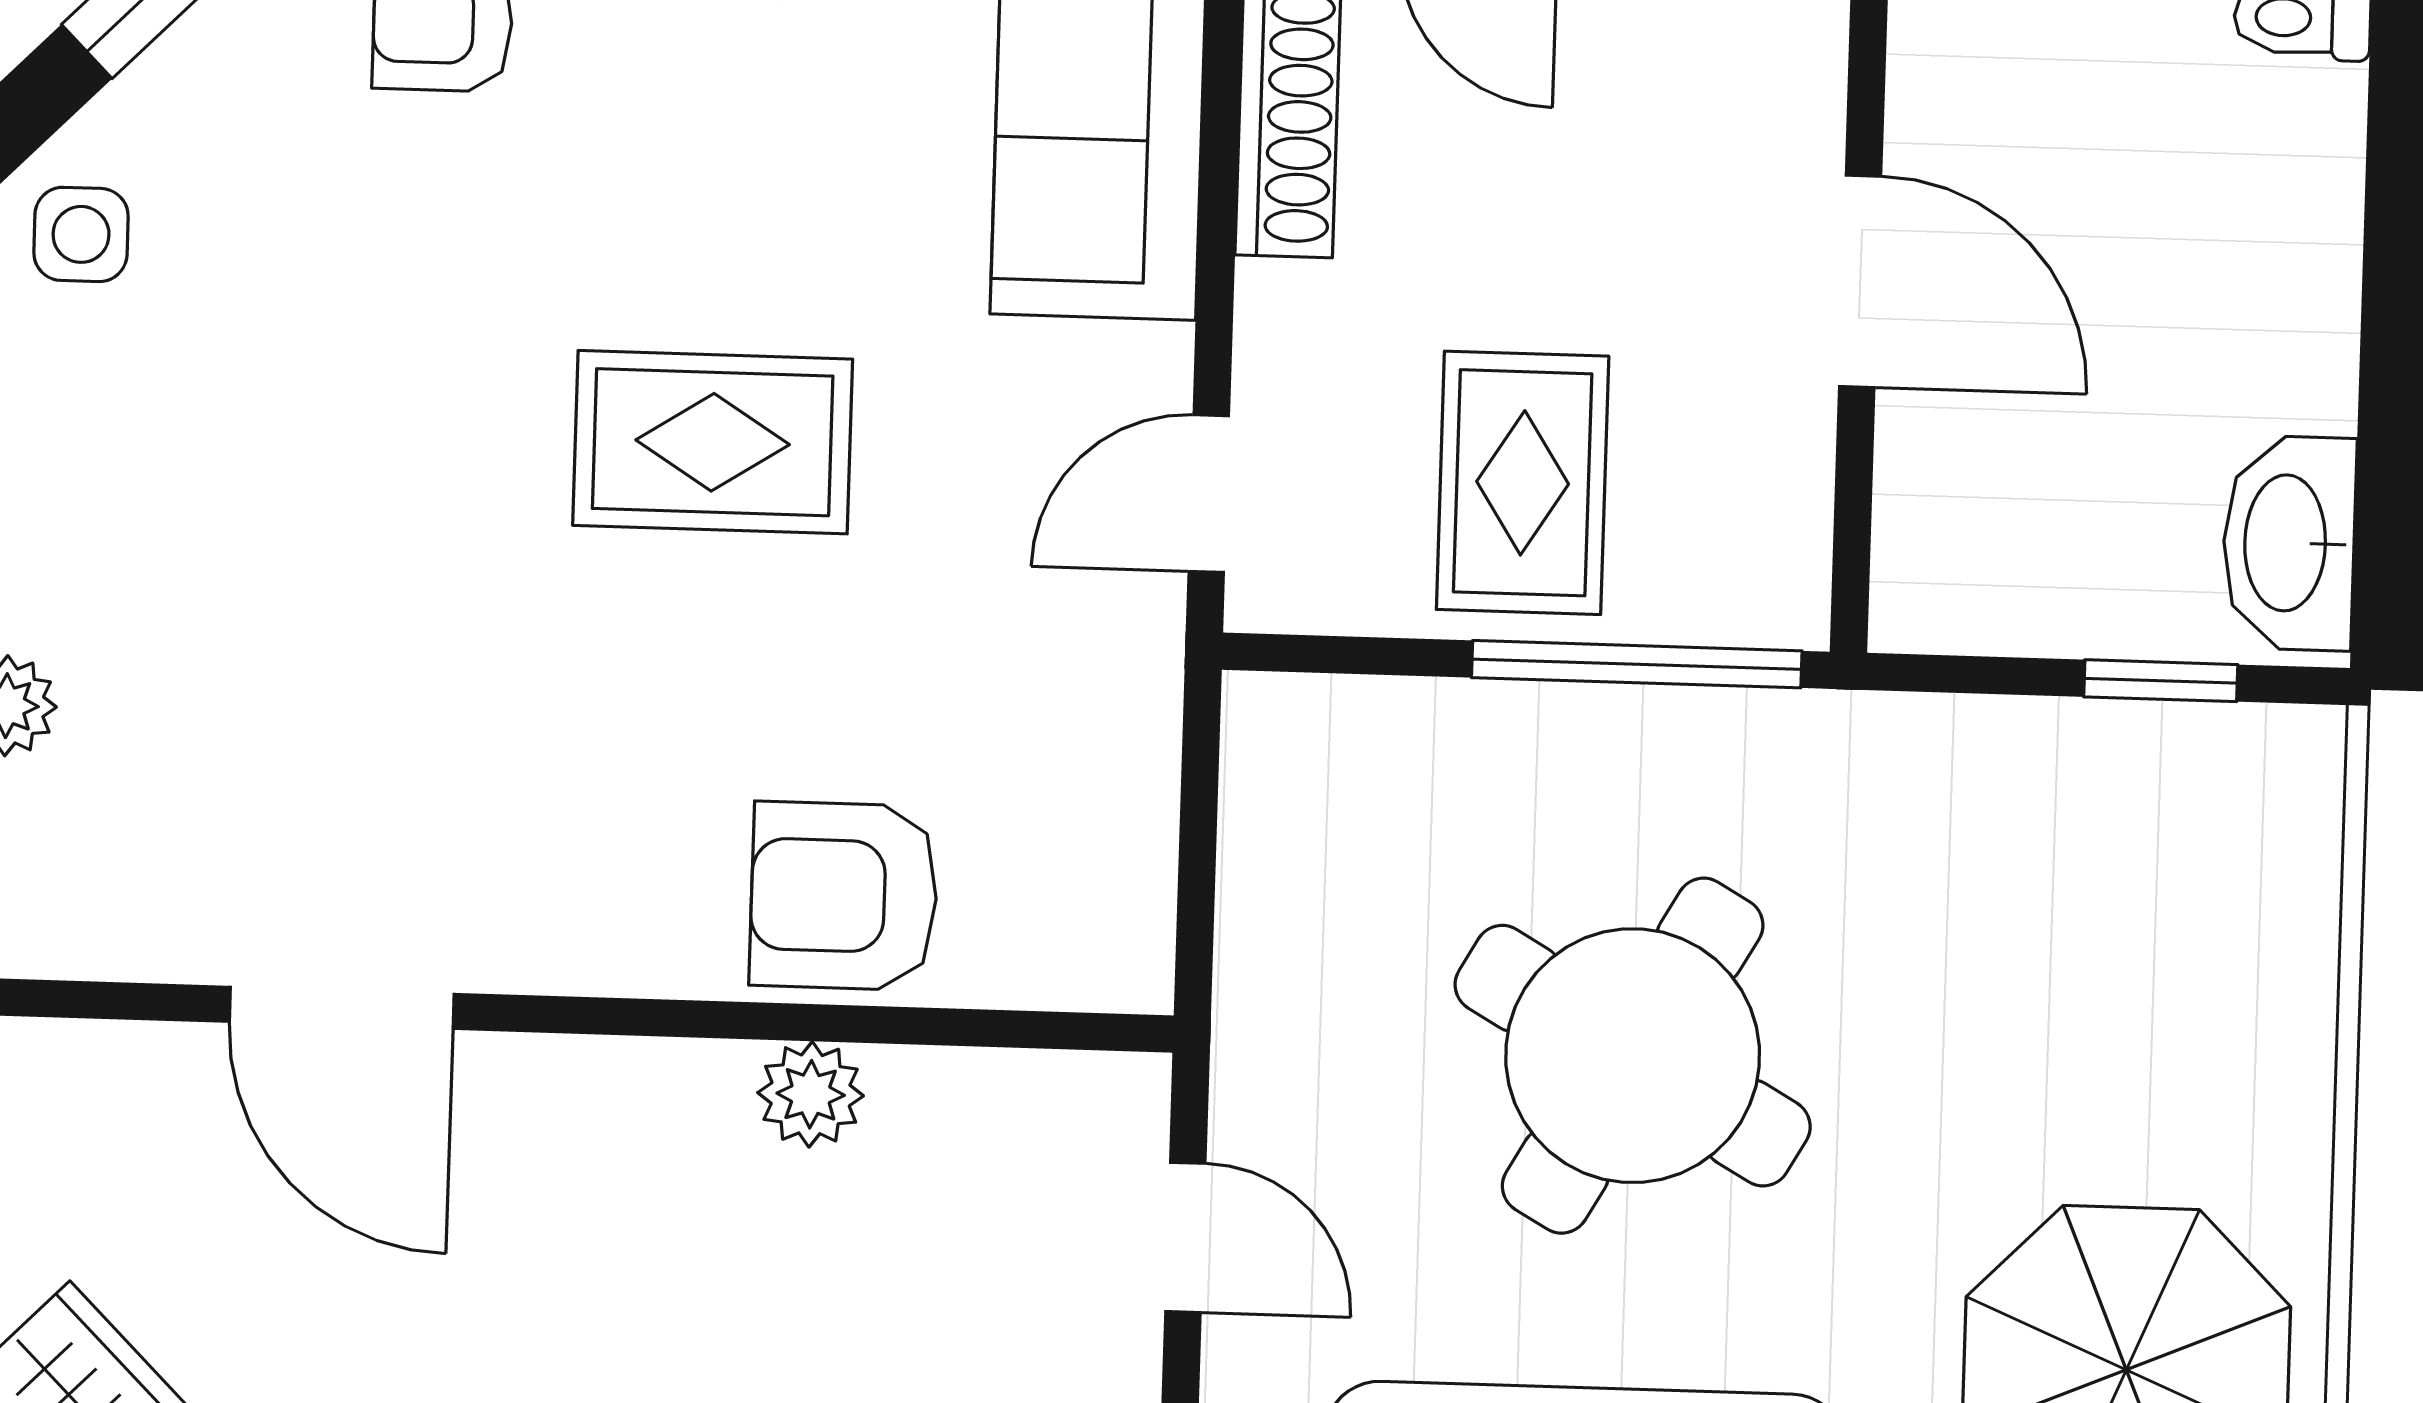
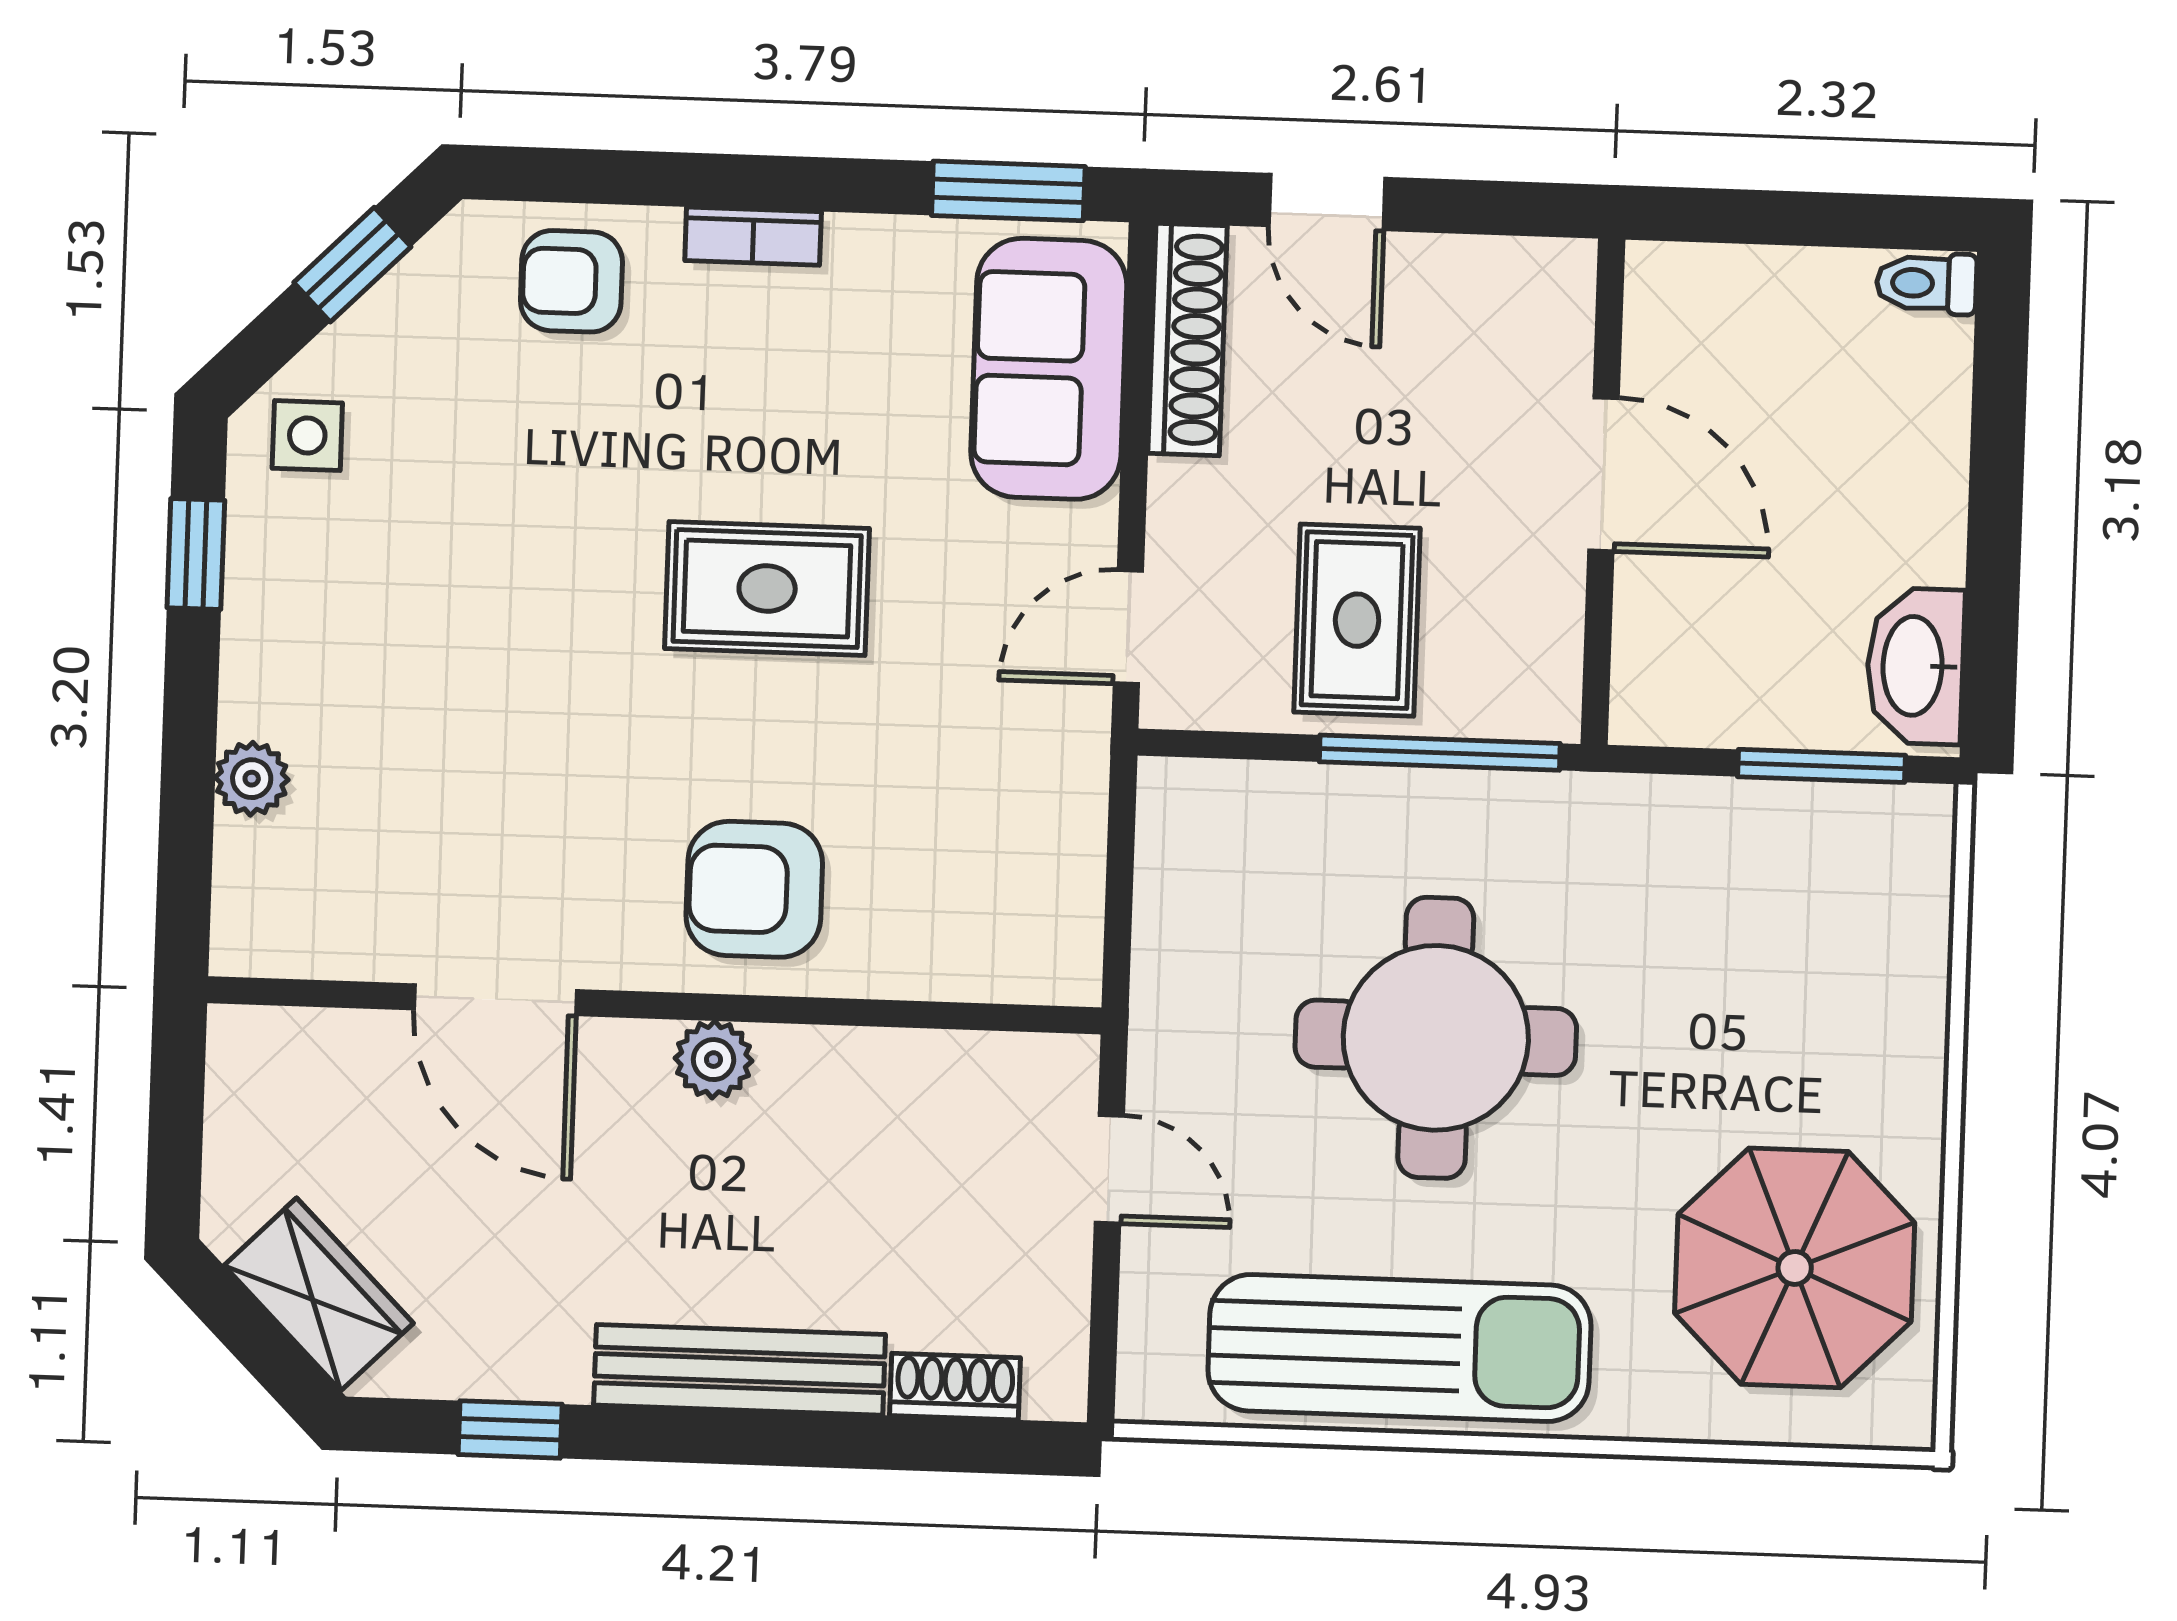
window: (2161, 681) -> (1822, 766), width x1.50
armchair: (844, 896) -> (754, 889), moved
round table: (1633, 1056) -> (1436, 1038), turned -30
plant: (811, 1094) -> (714, 1060), moved

